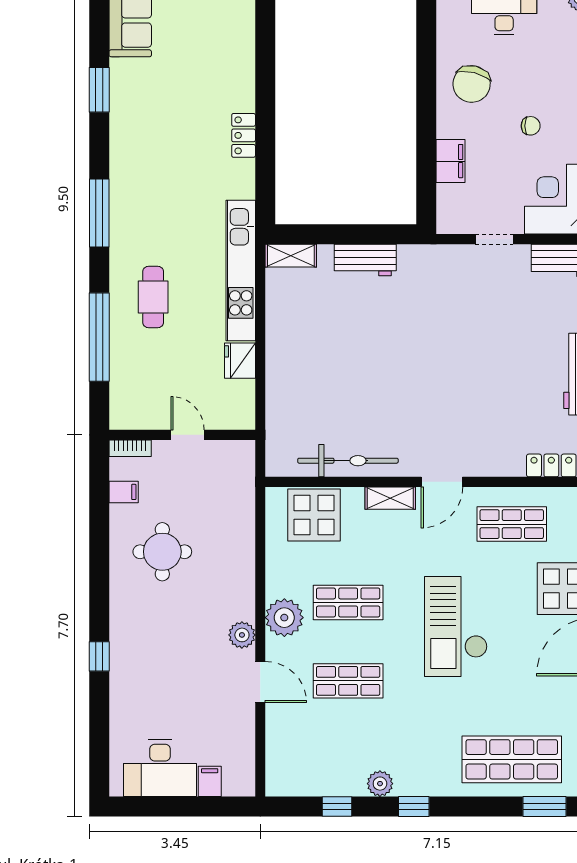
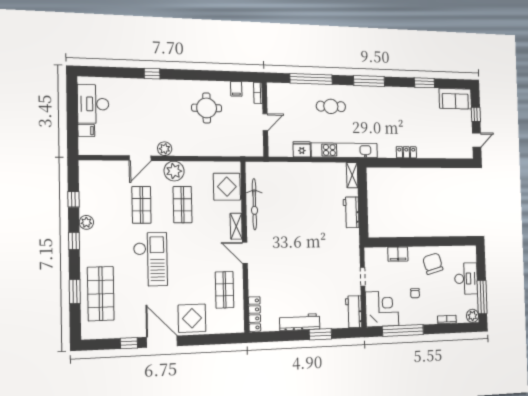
chair: (472, 84) -> (433, 264), turned 61
checkout: (456, 626) -> (150, 259), moved, turned 90
window: (545, 806) -> (75, 291), moved

